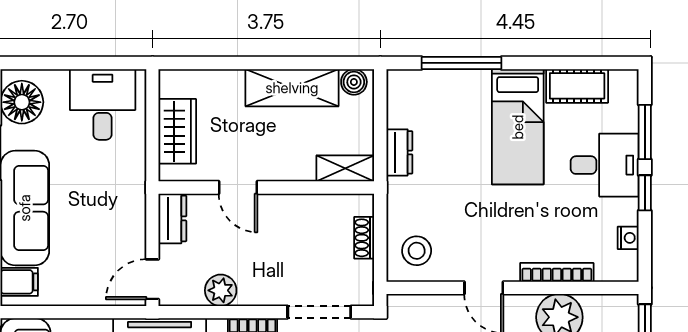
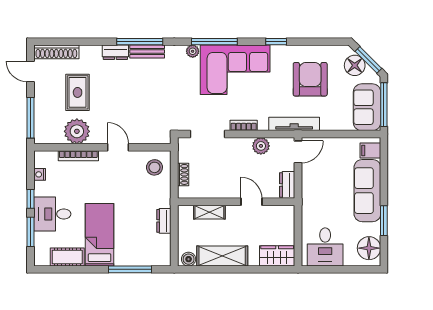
wardrobe: (177, 131) -> (277, 256), moved, turned 90
shelving: (345, 168) -> (209, 212), moved

